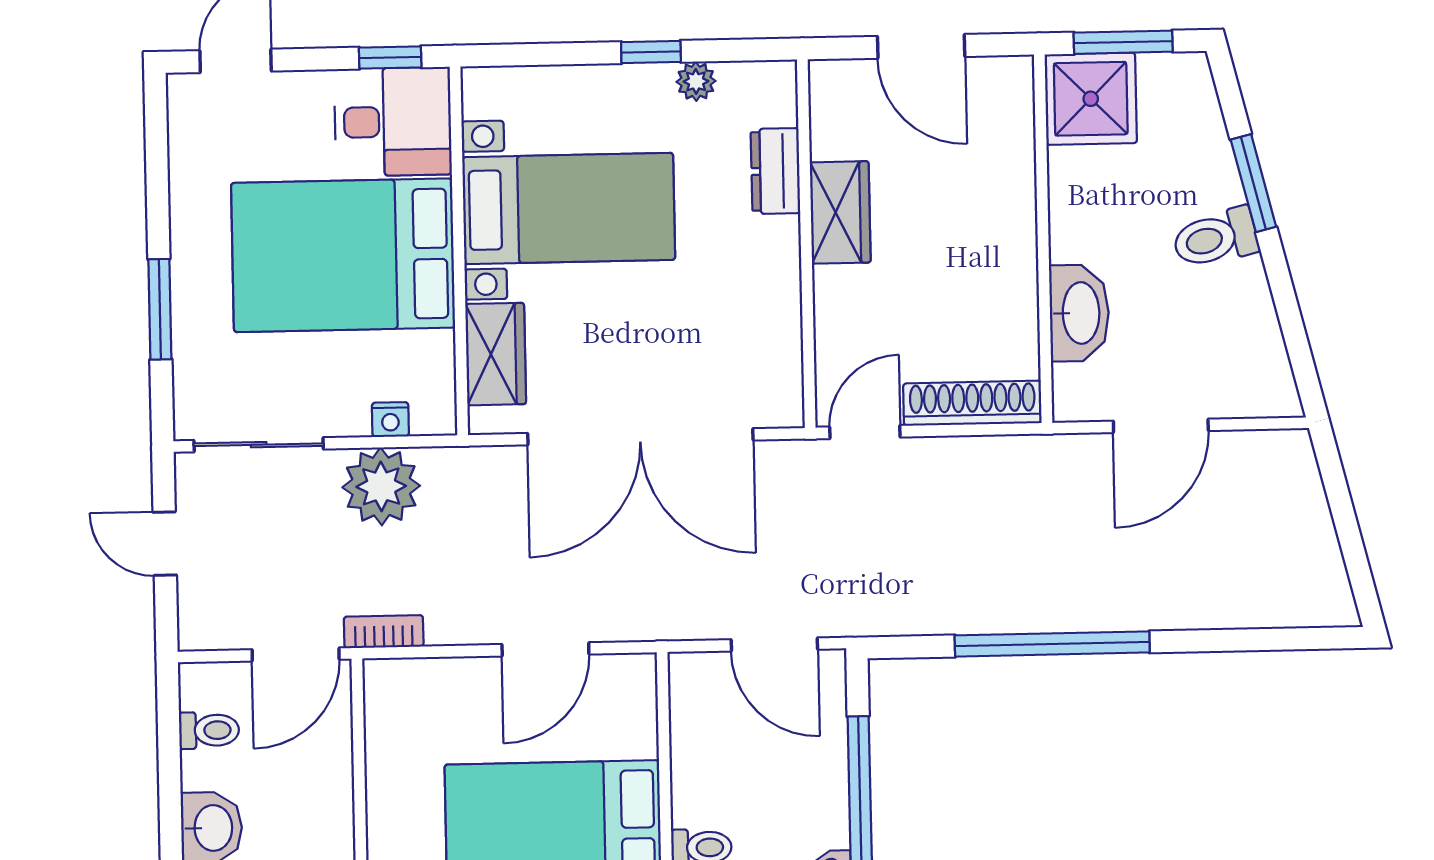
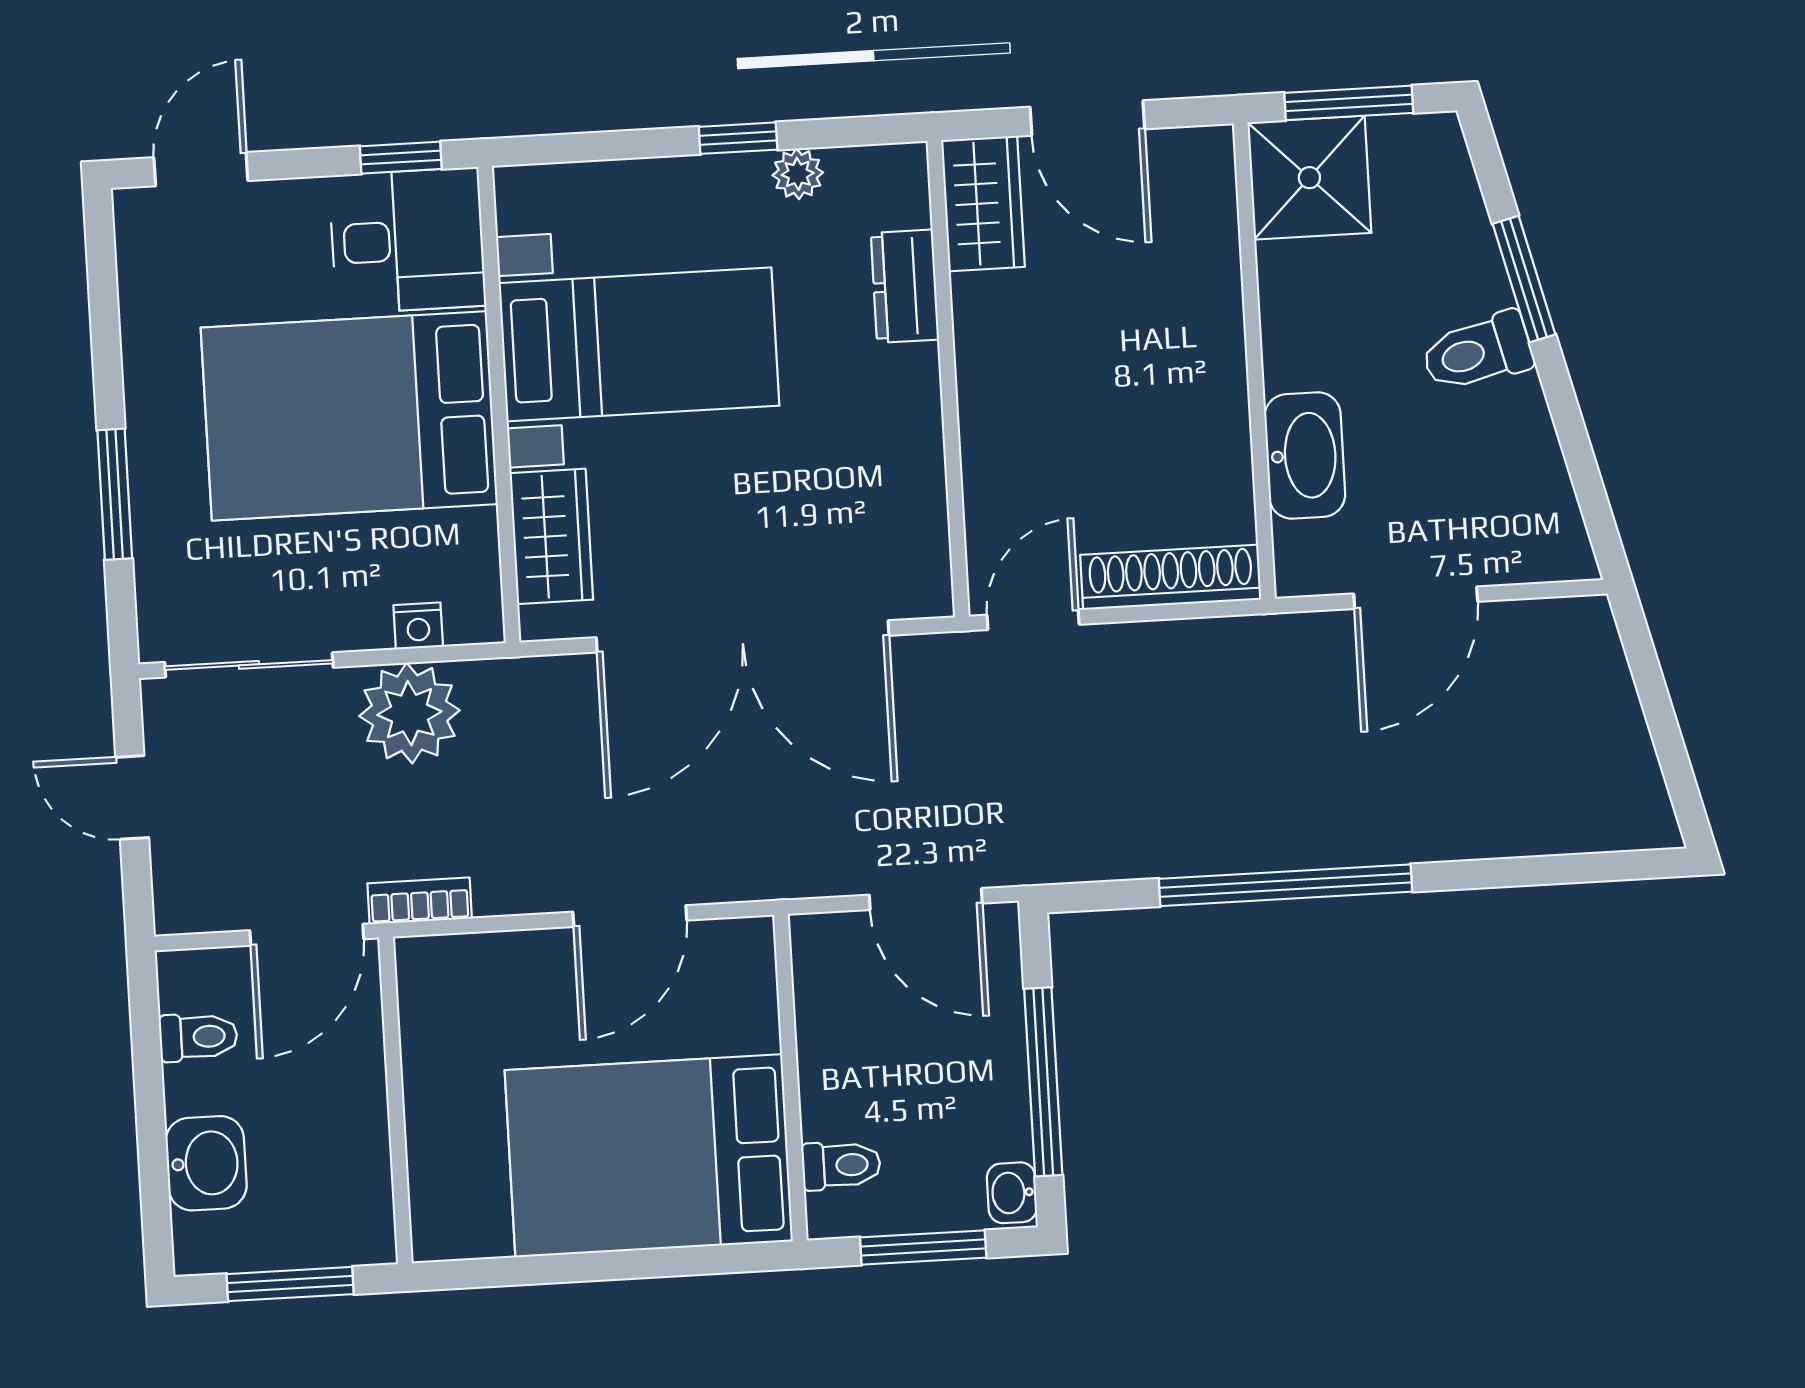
wardrobe: (840, 212) -> (983, 203), moved

